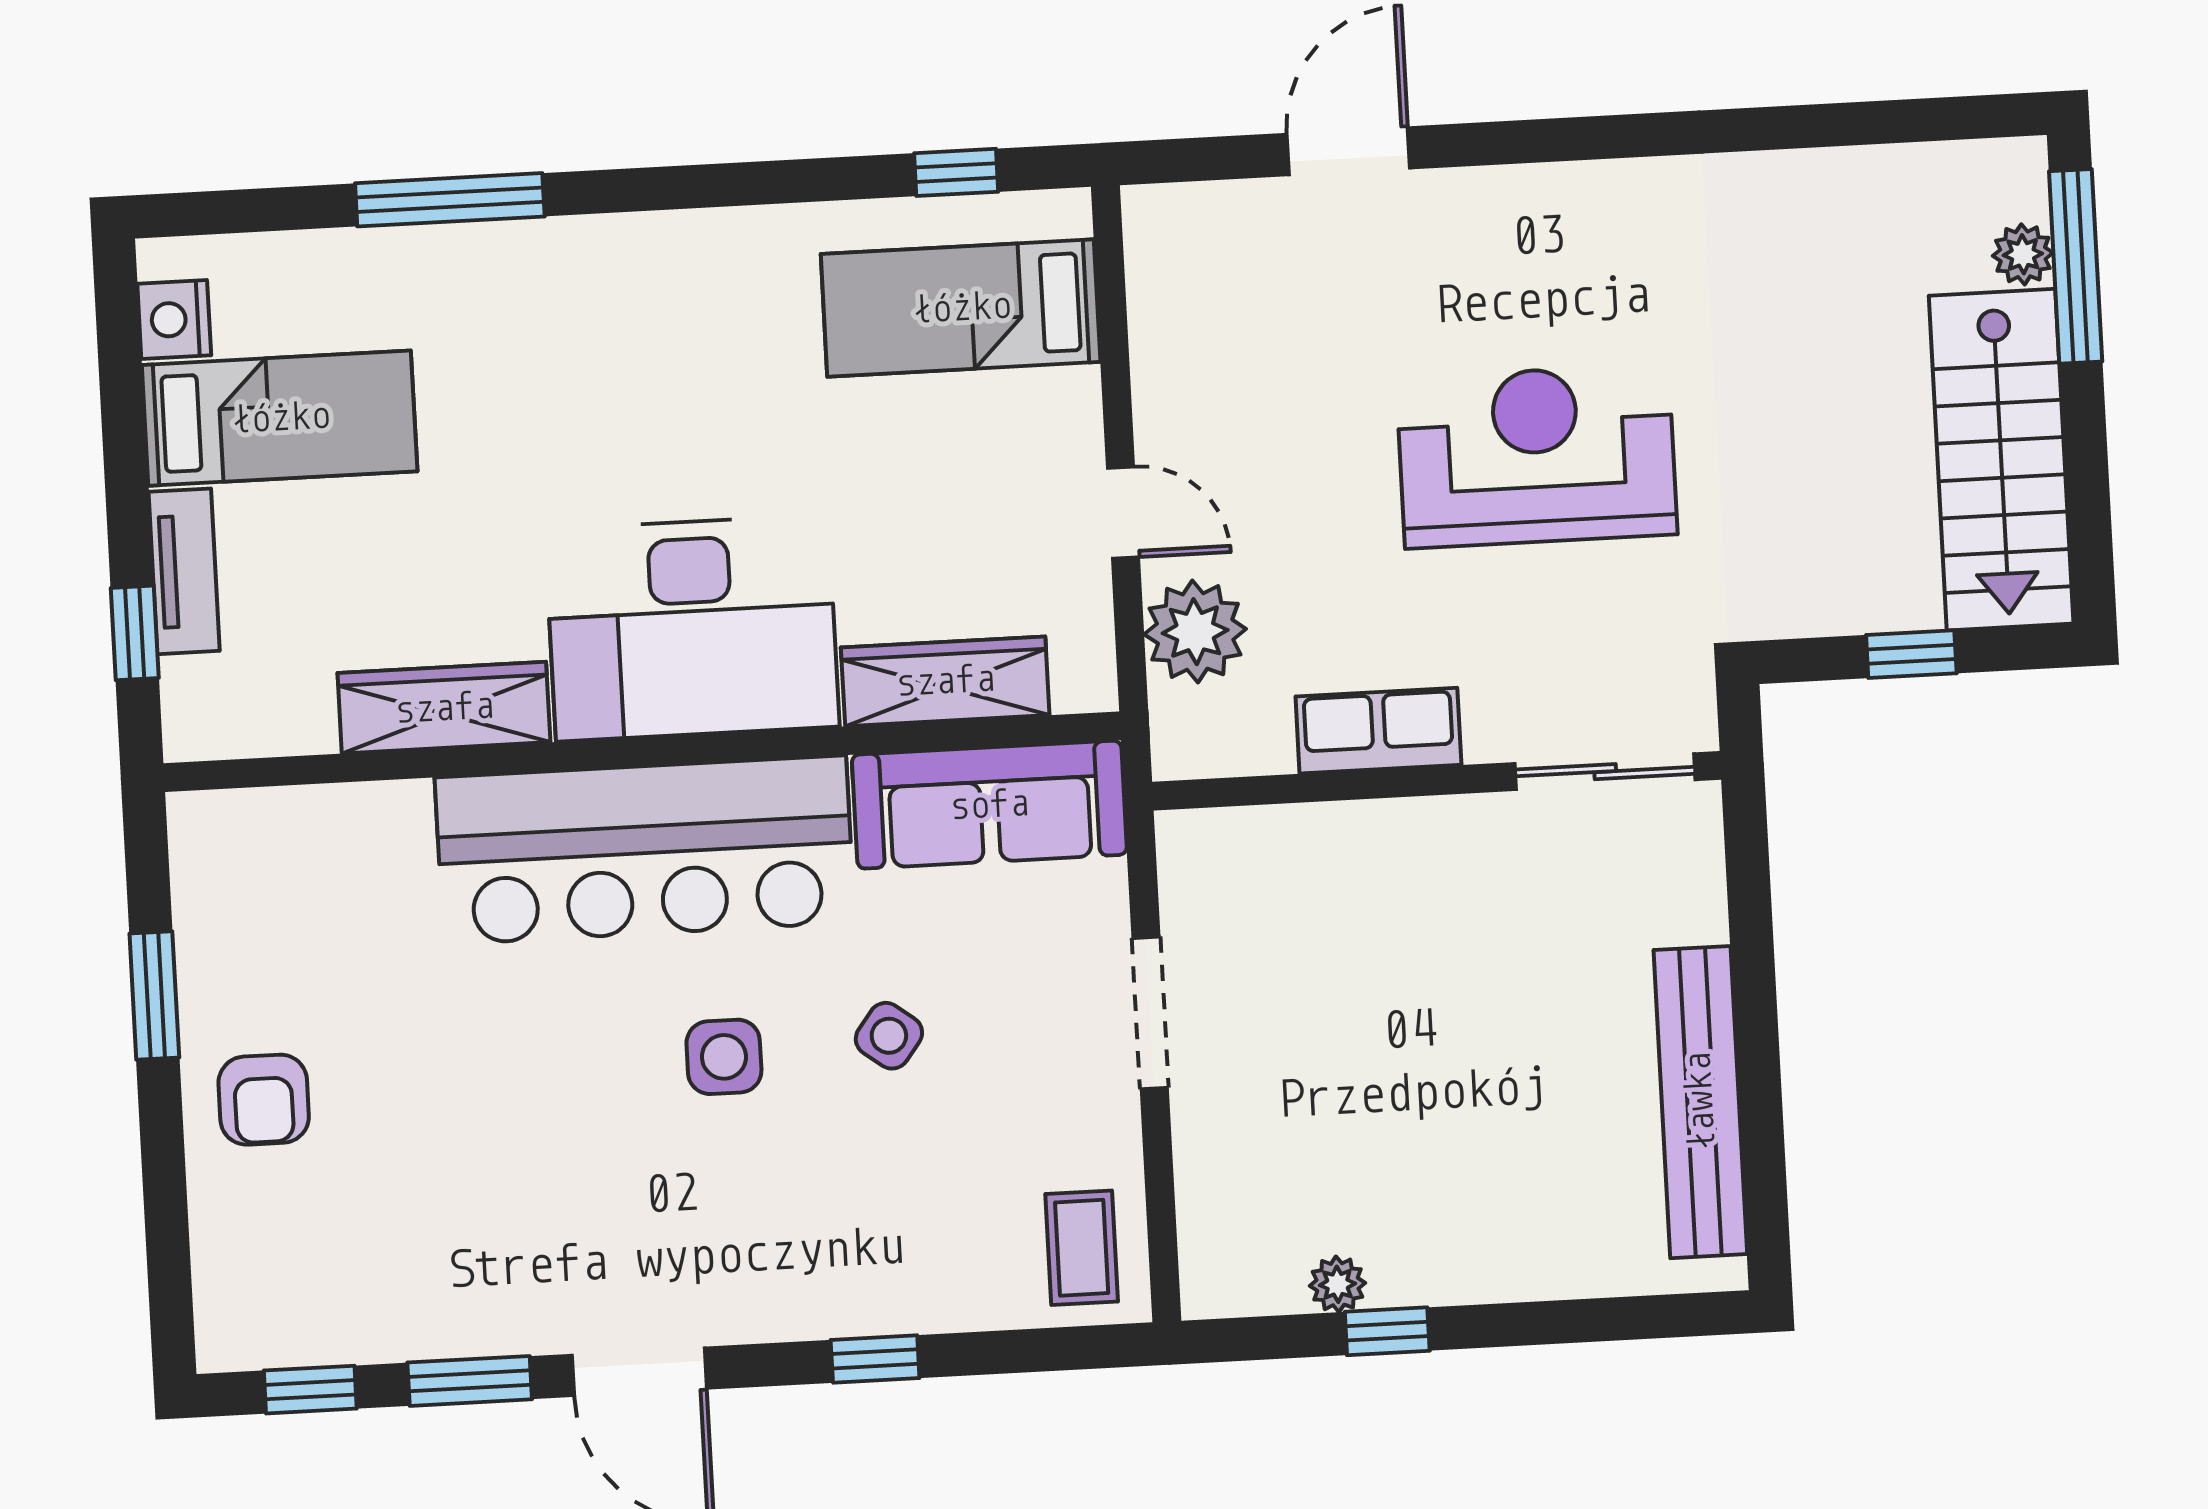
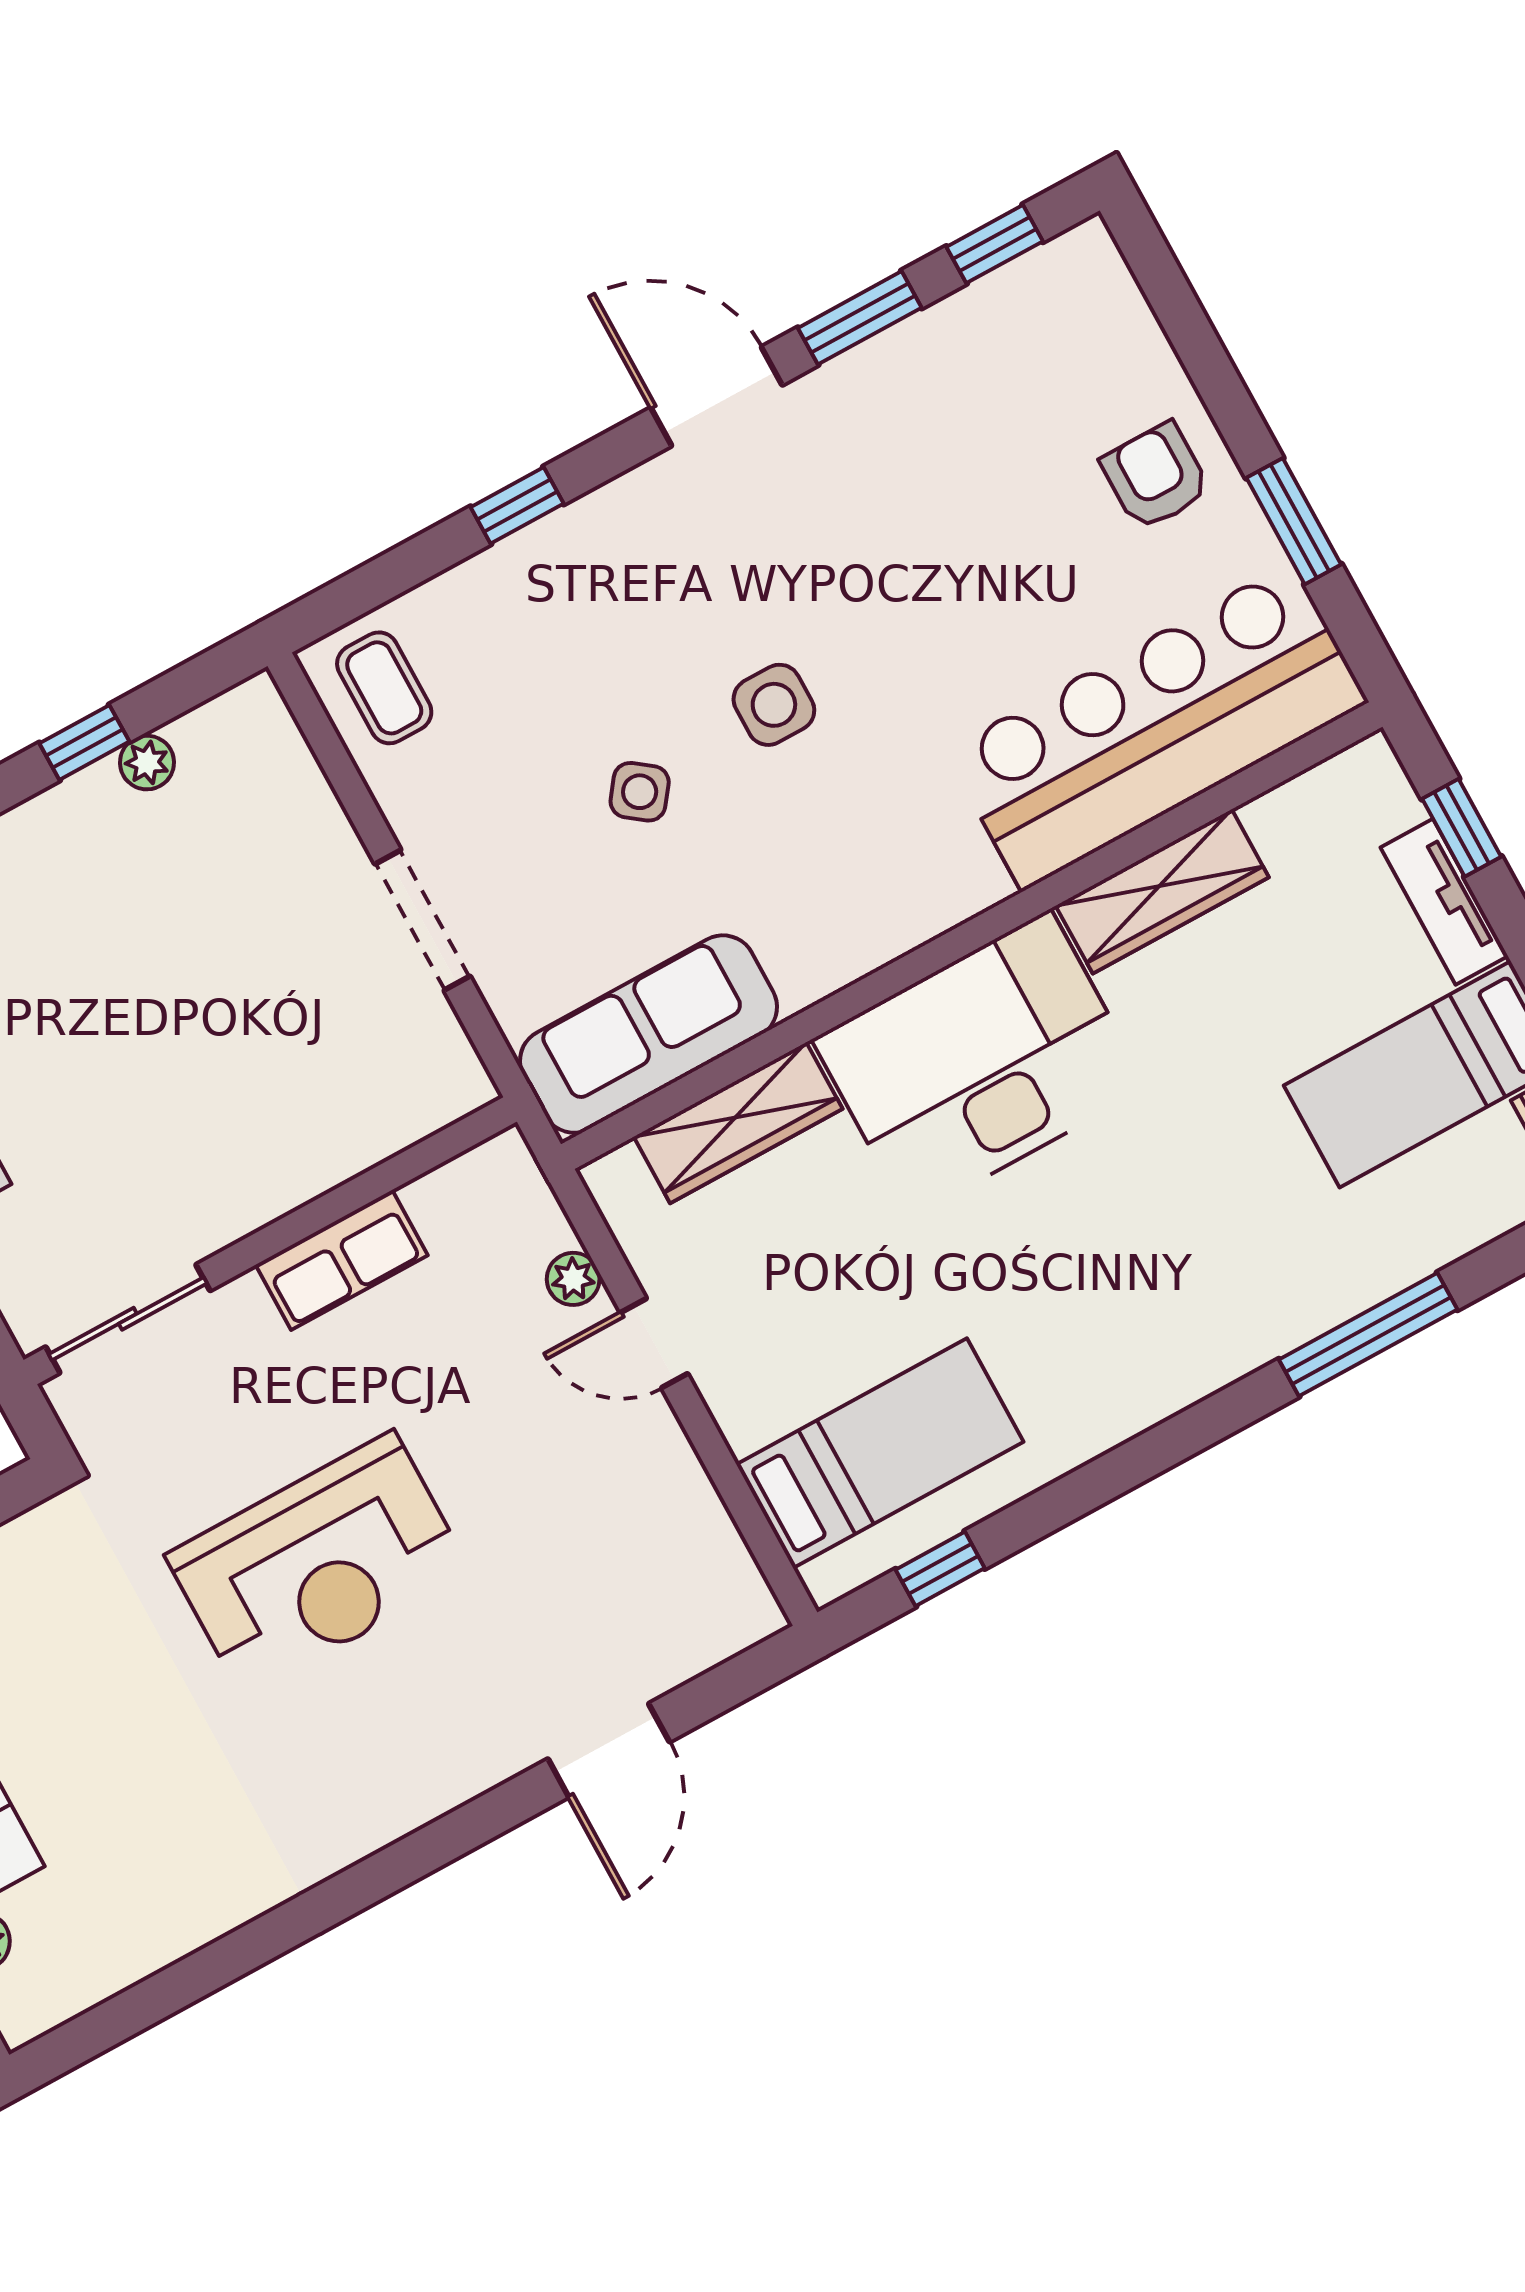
plant: (1195, 632) -> (573, 1279), width x0.53, depth x0.53
bar counter: (645, 850) -> (1157, 727), moved

